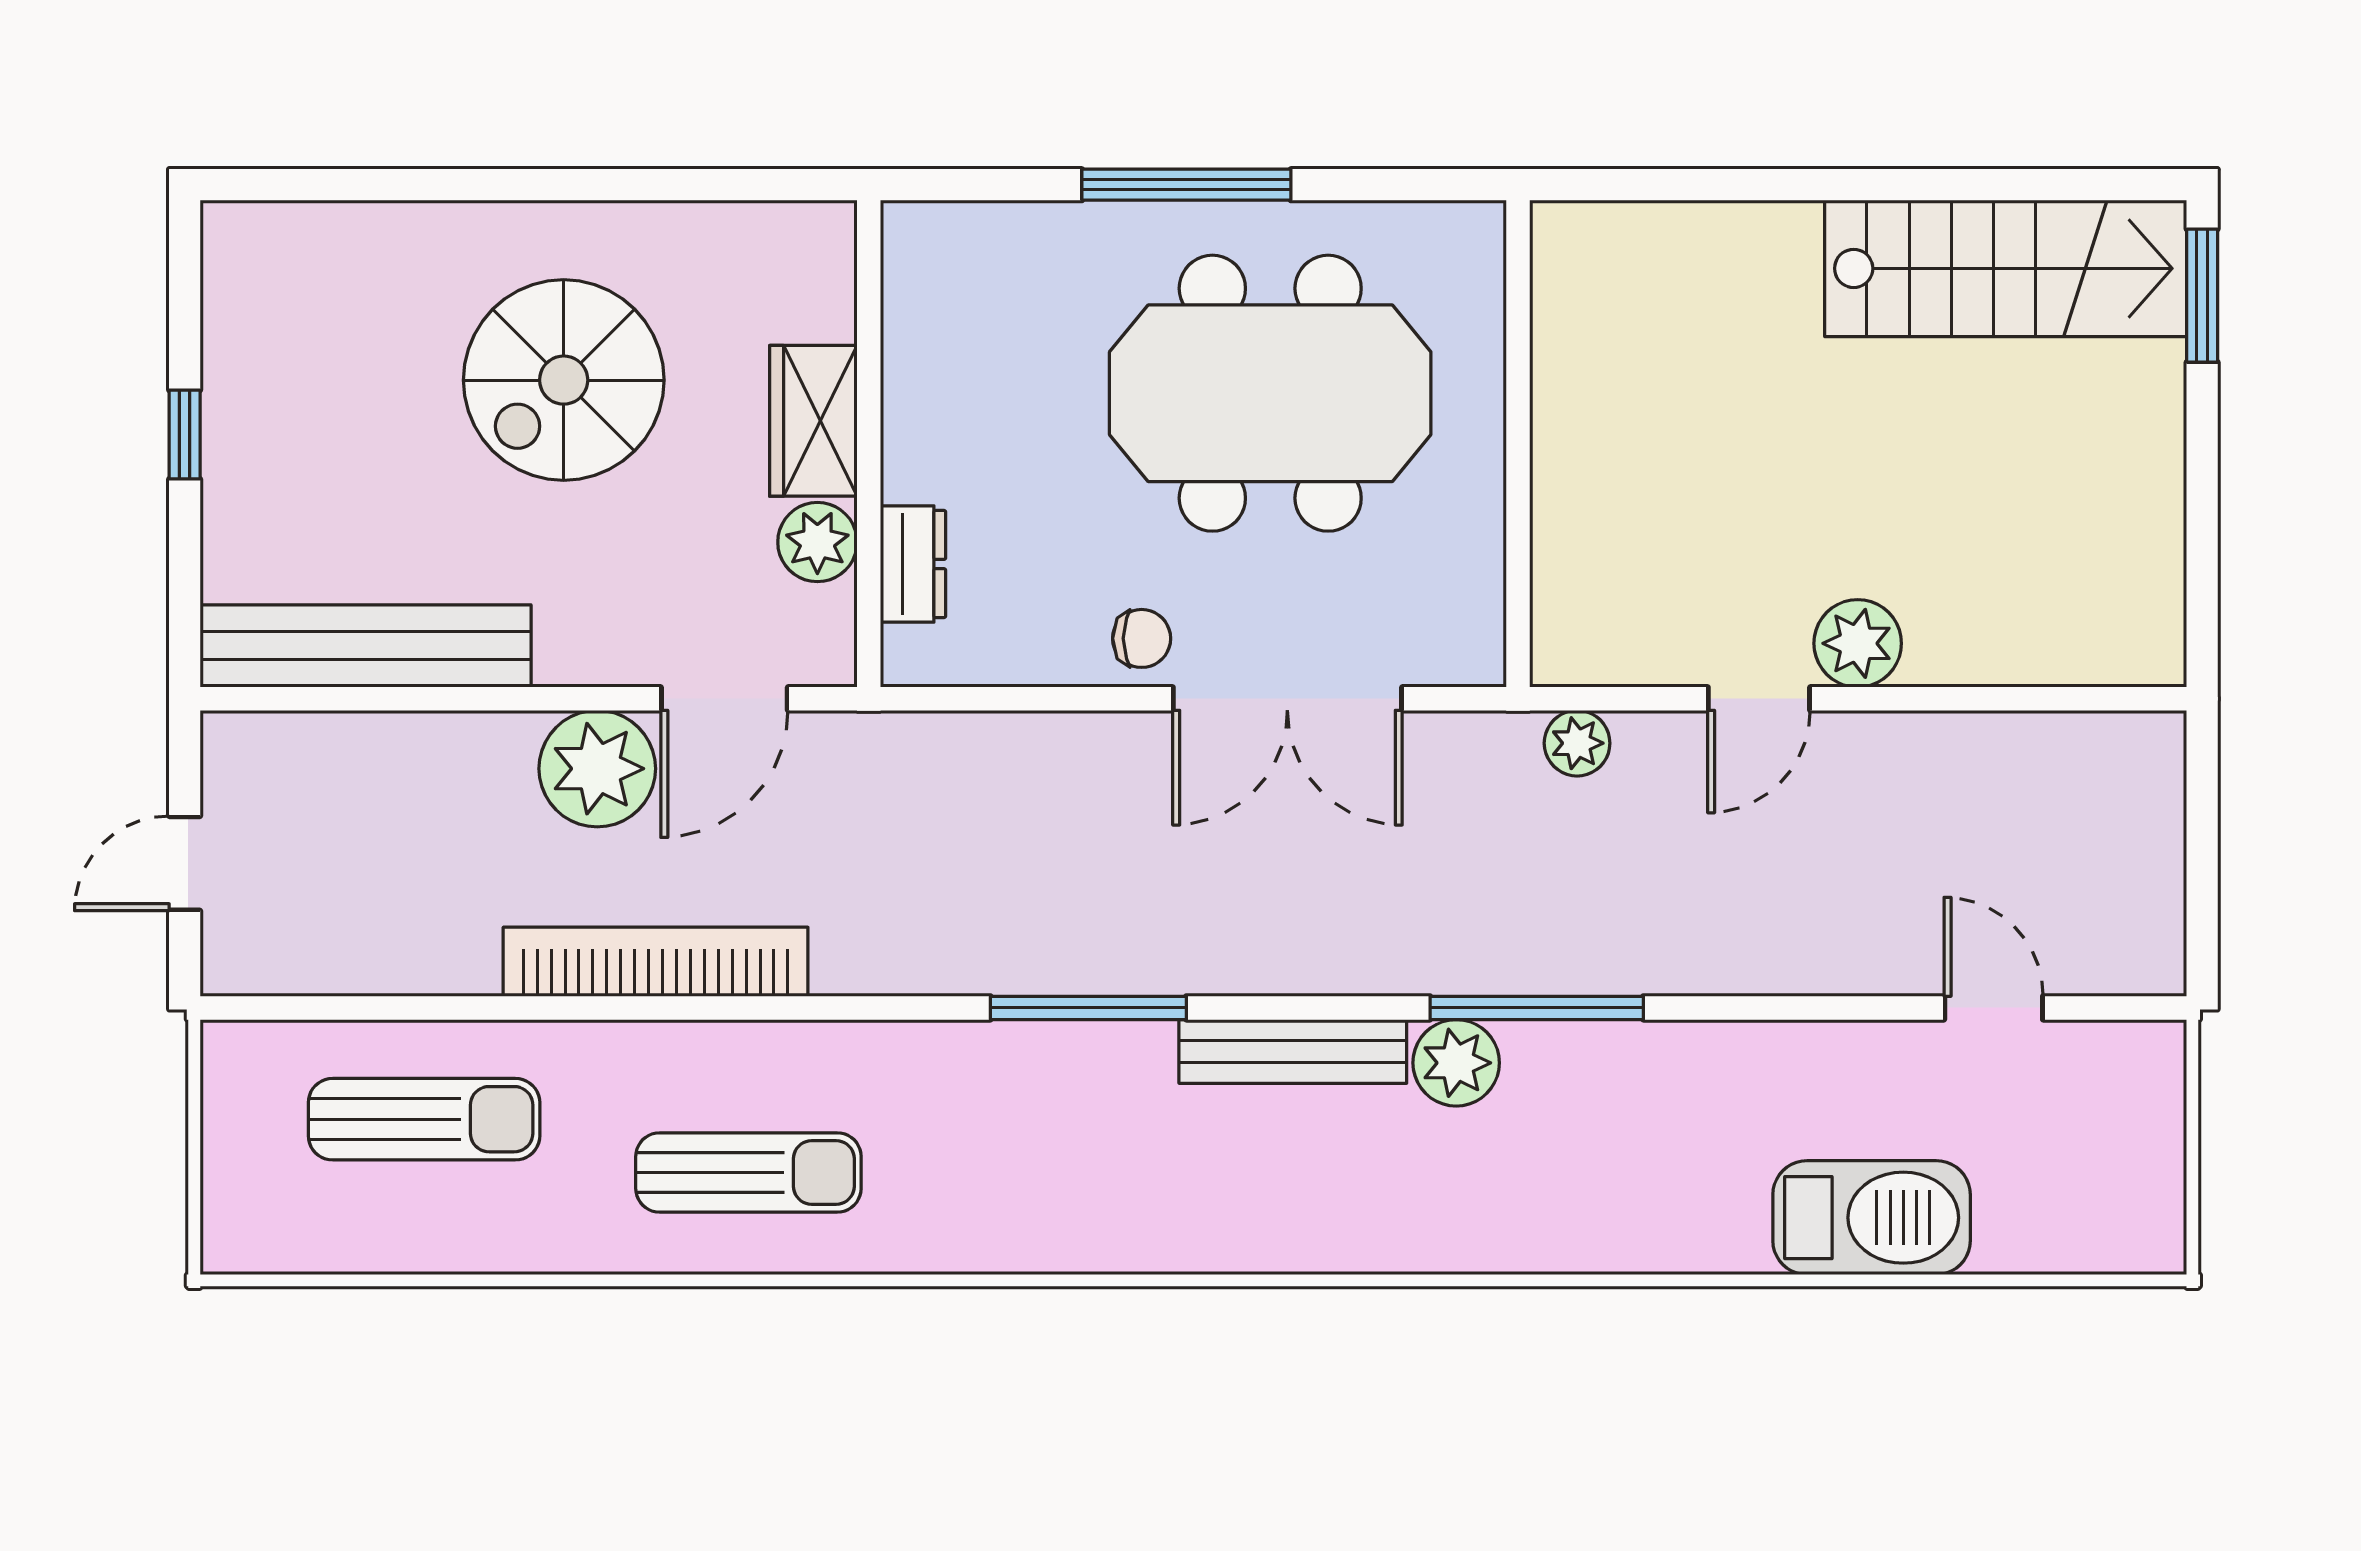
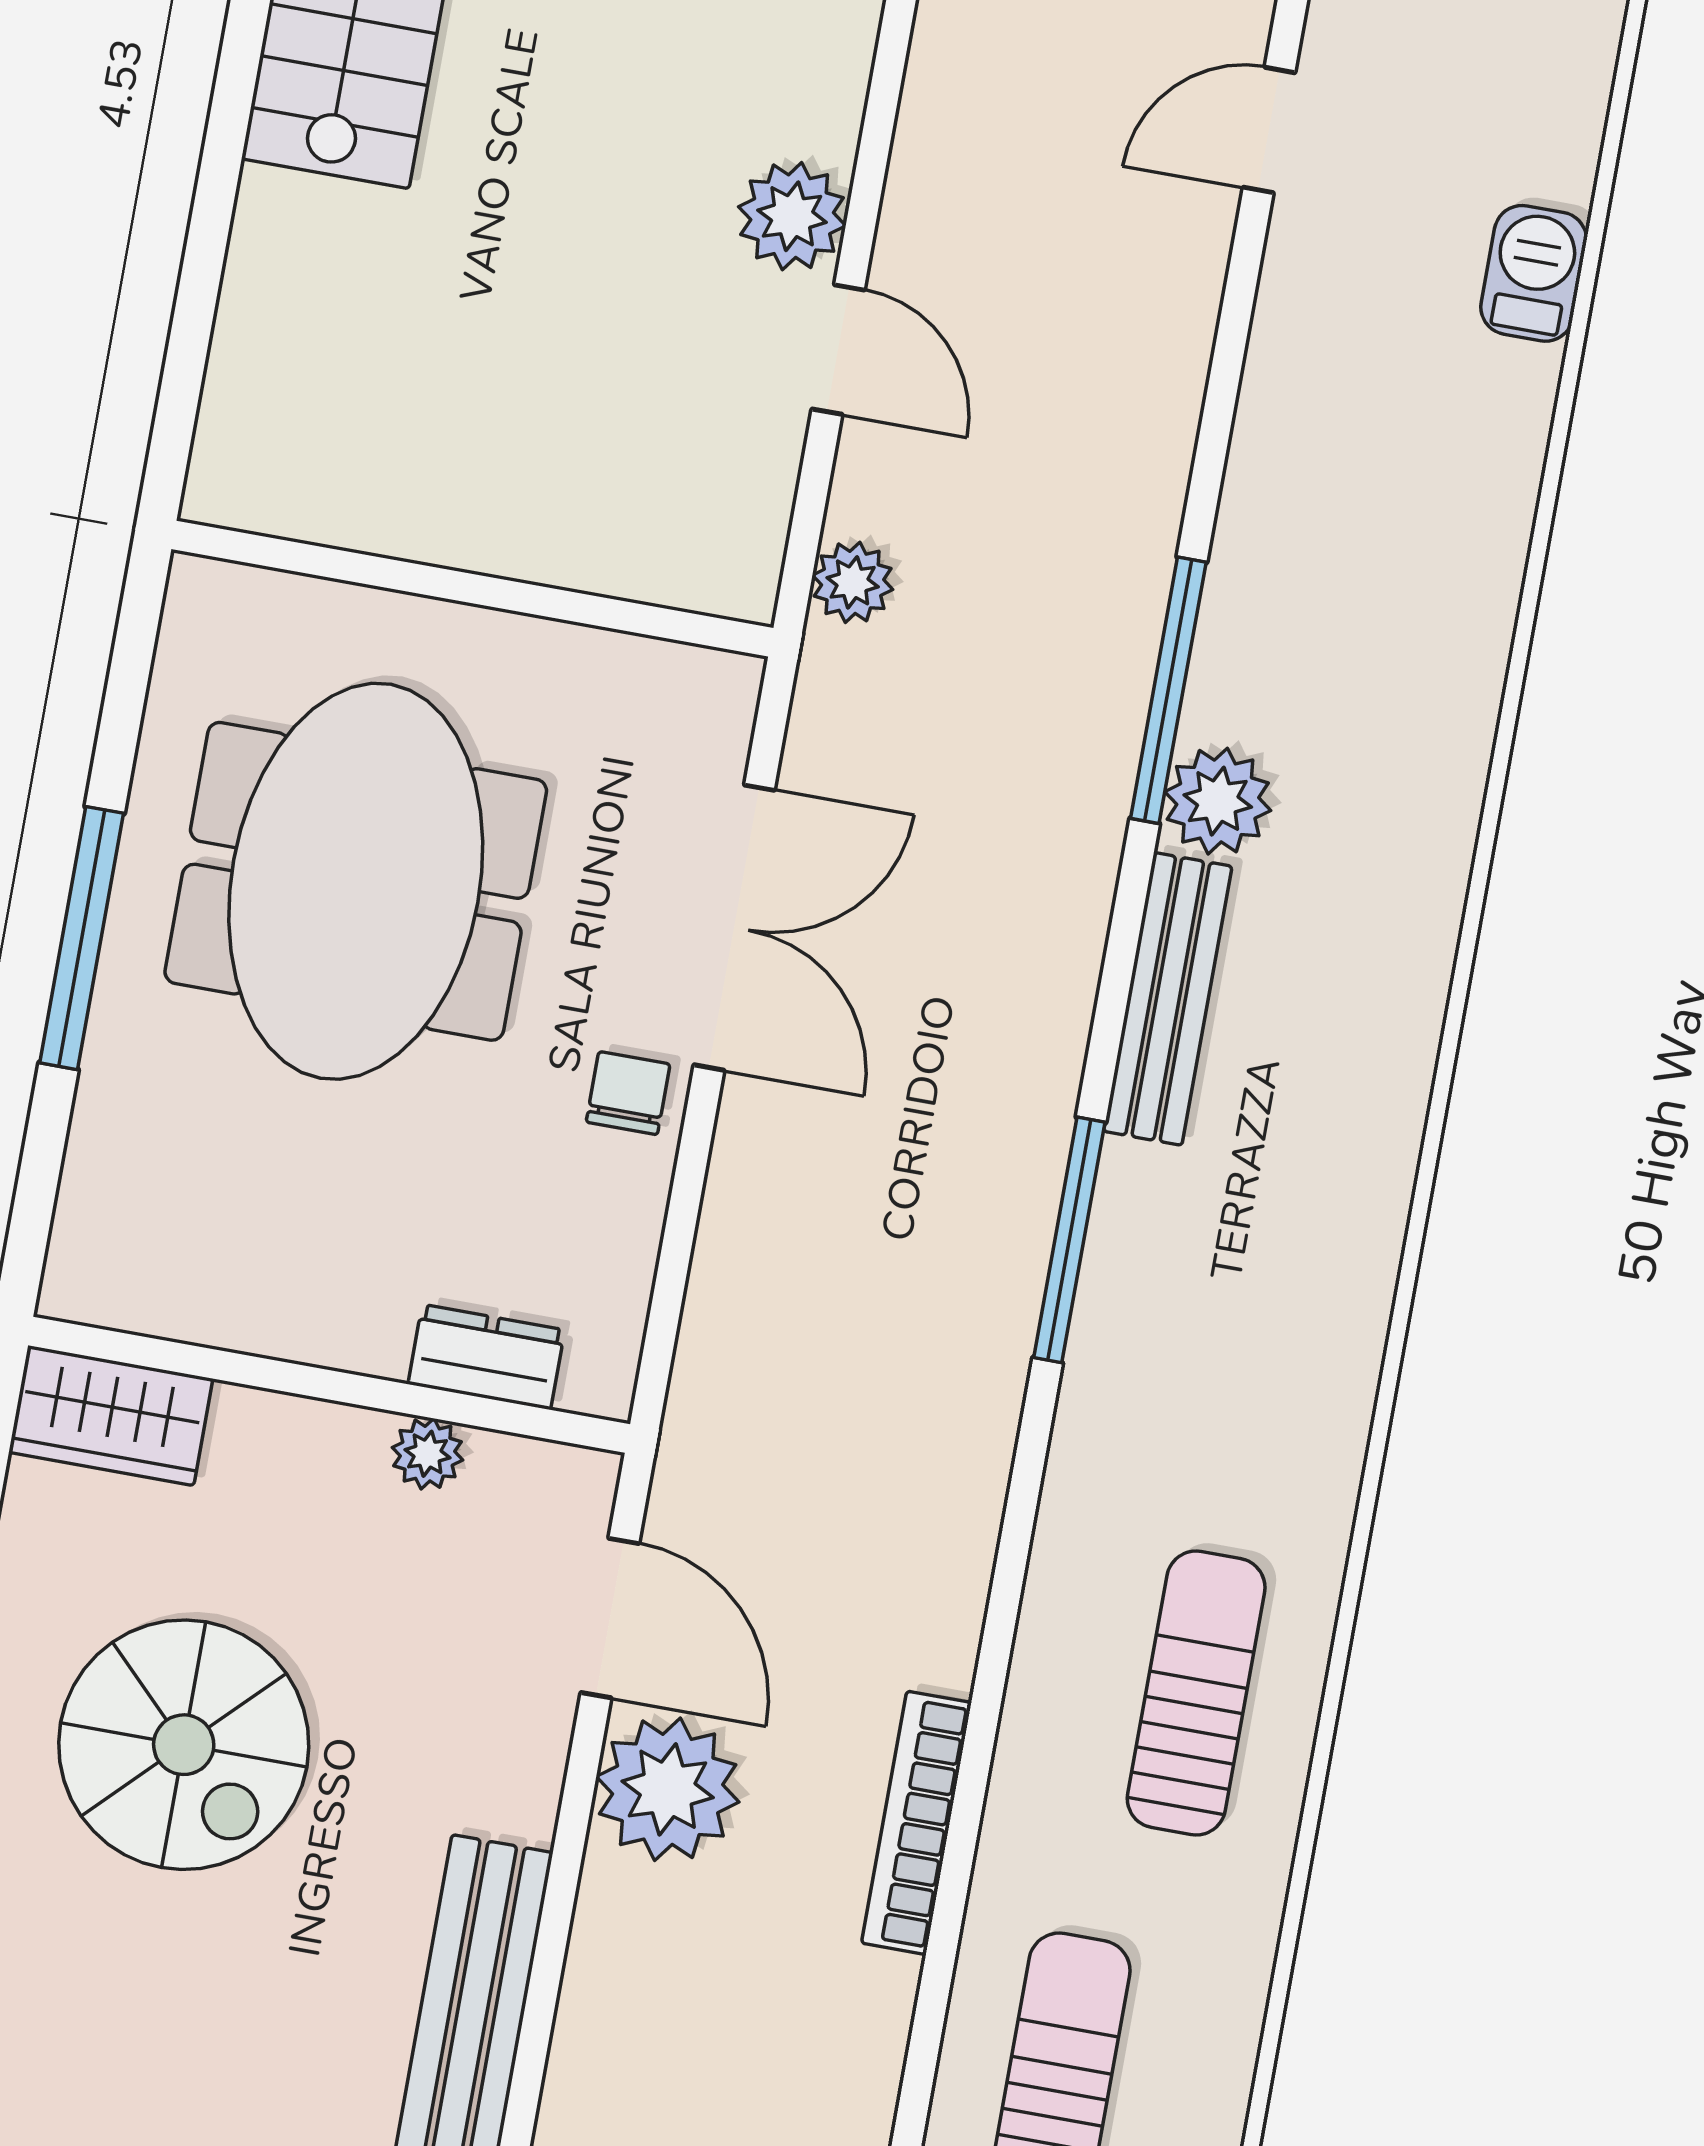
wardrobe: (813, 421) -> (111, 1416), moved
plant: (817, 542) -> (427, 1454), width x0.73, depth x0.73
bookcase: (656, 962) -> (916, 1823), width x0.68, depth x0.76
barbecue: (1872, 1218) -> (1534, 273), width x0.53, depth x0.65

